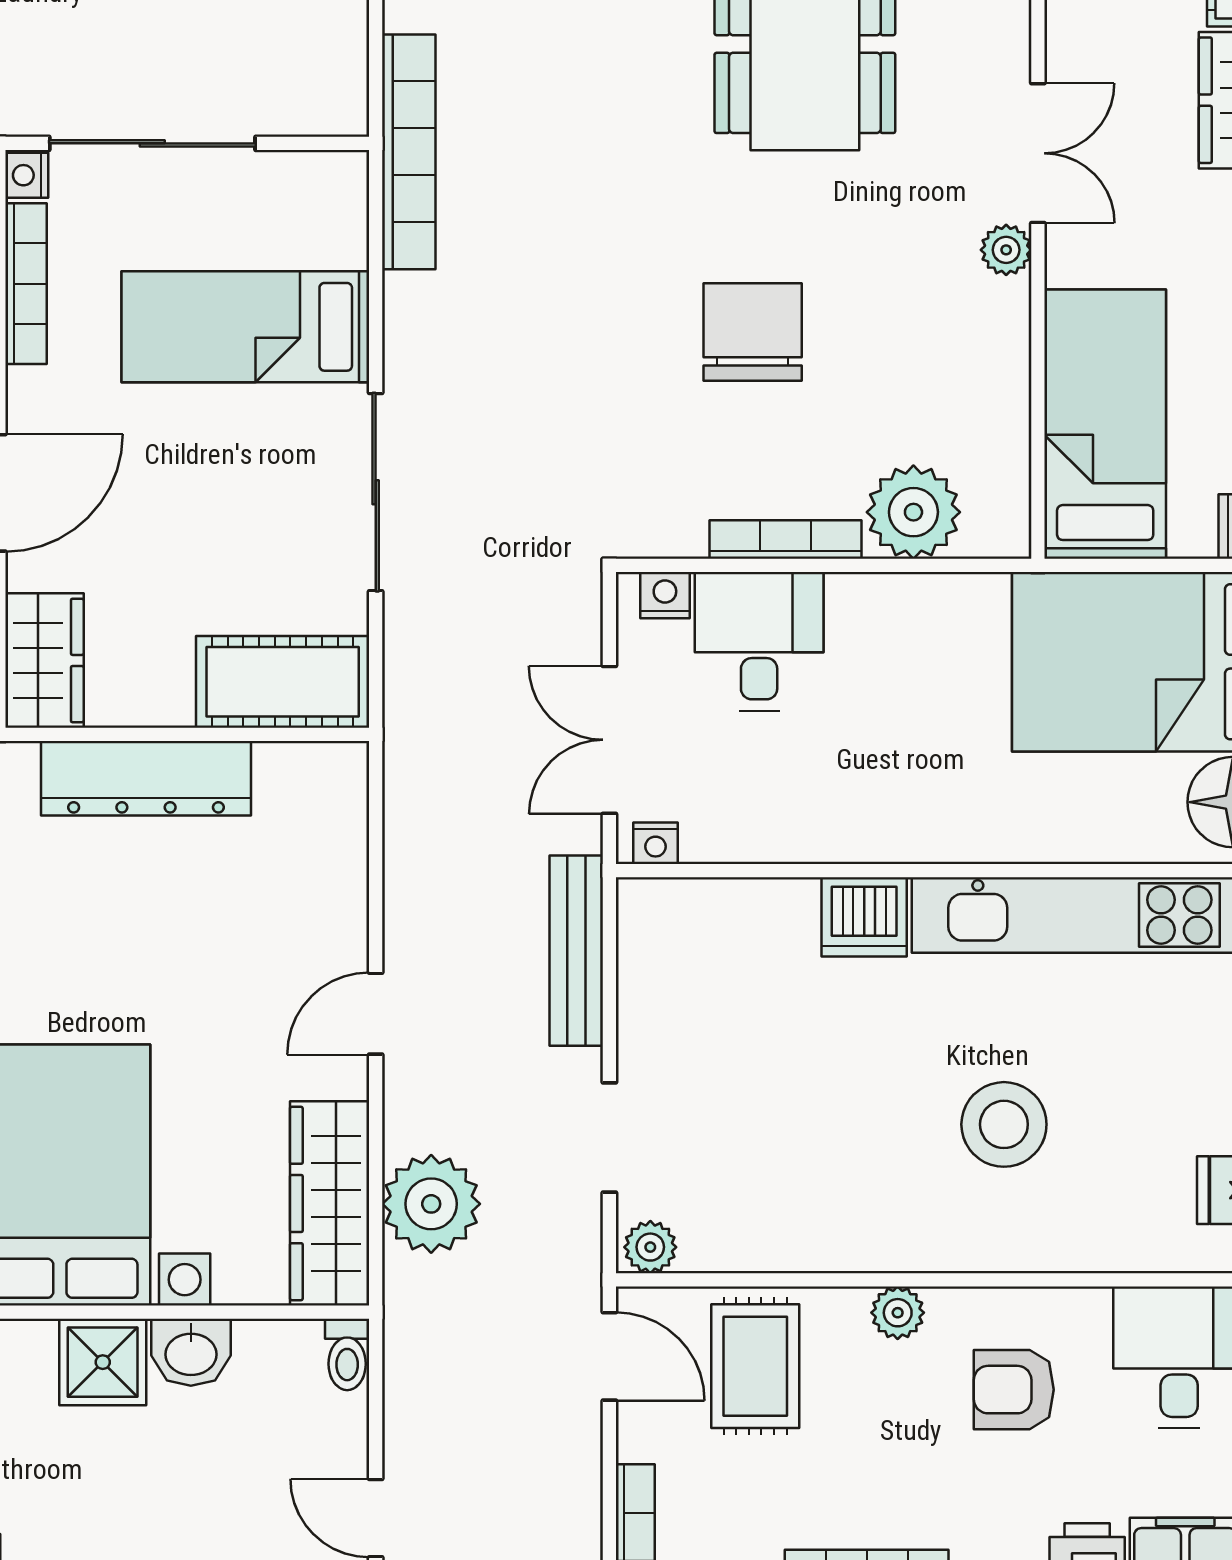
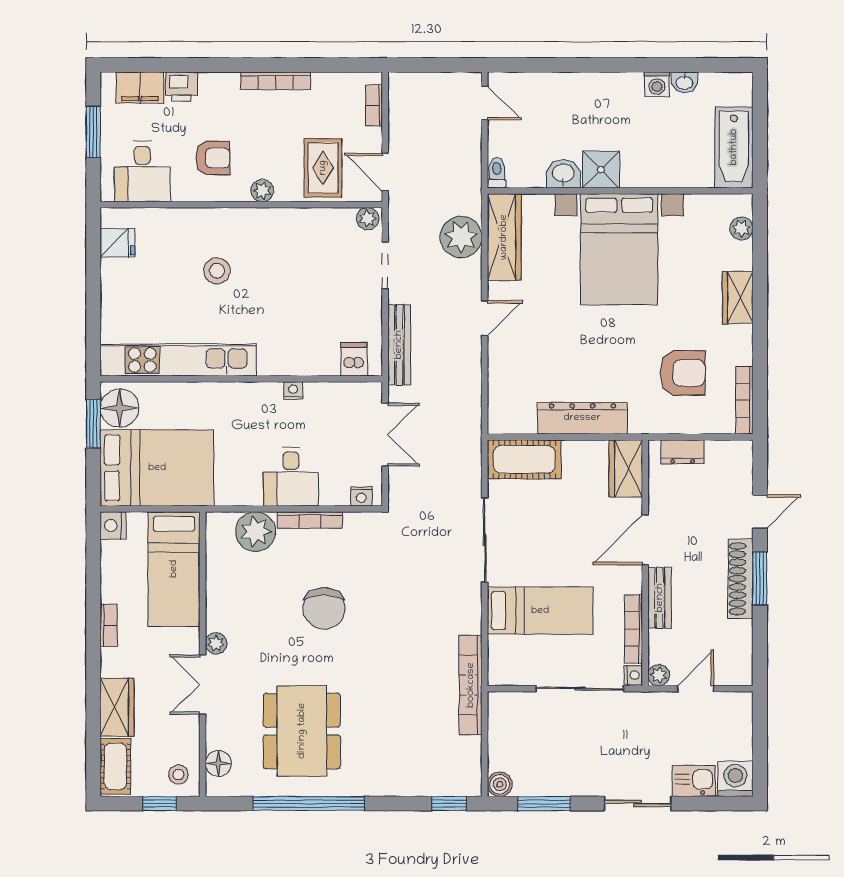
desk: (759, 641) -> (291, 477), moved
nightstand: (656, 843) -> (293, 391), moved
dishwasher: (864, 917) -> (354, 359), moved, width x0.73
stool: (1004, 1124) -> (217, 271), width x0.73, depth x0.73

